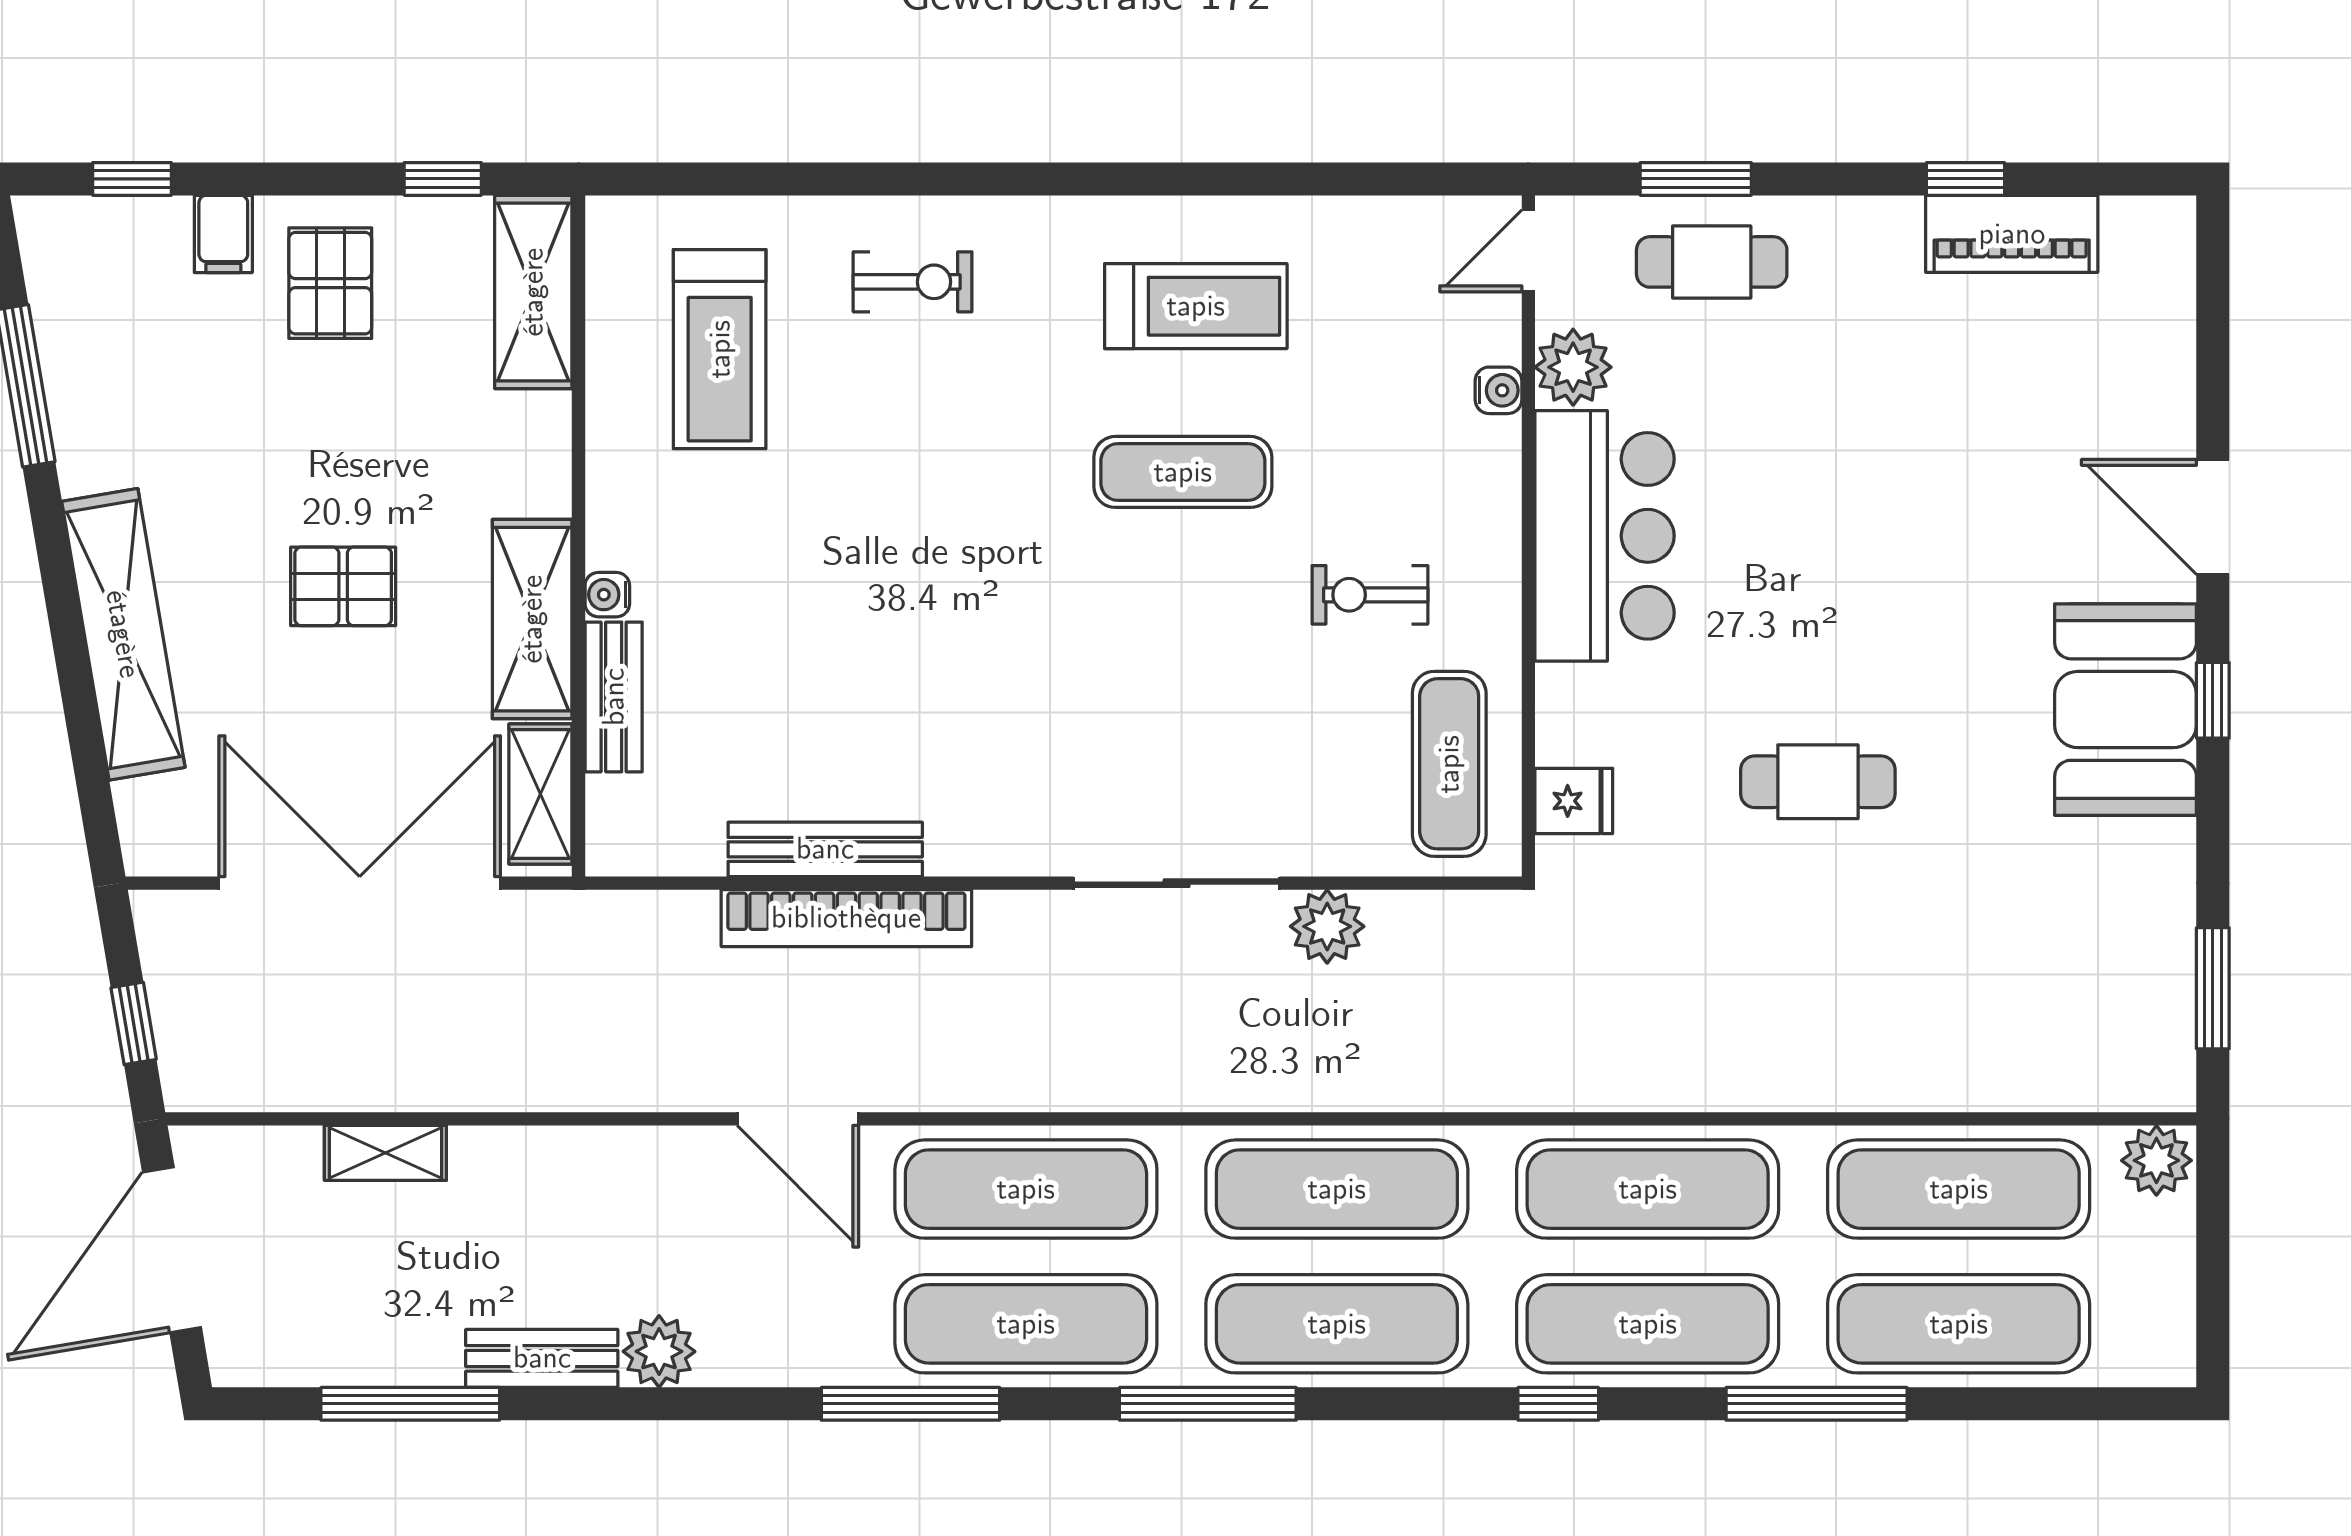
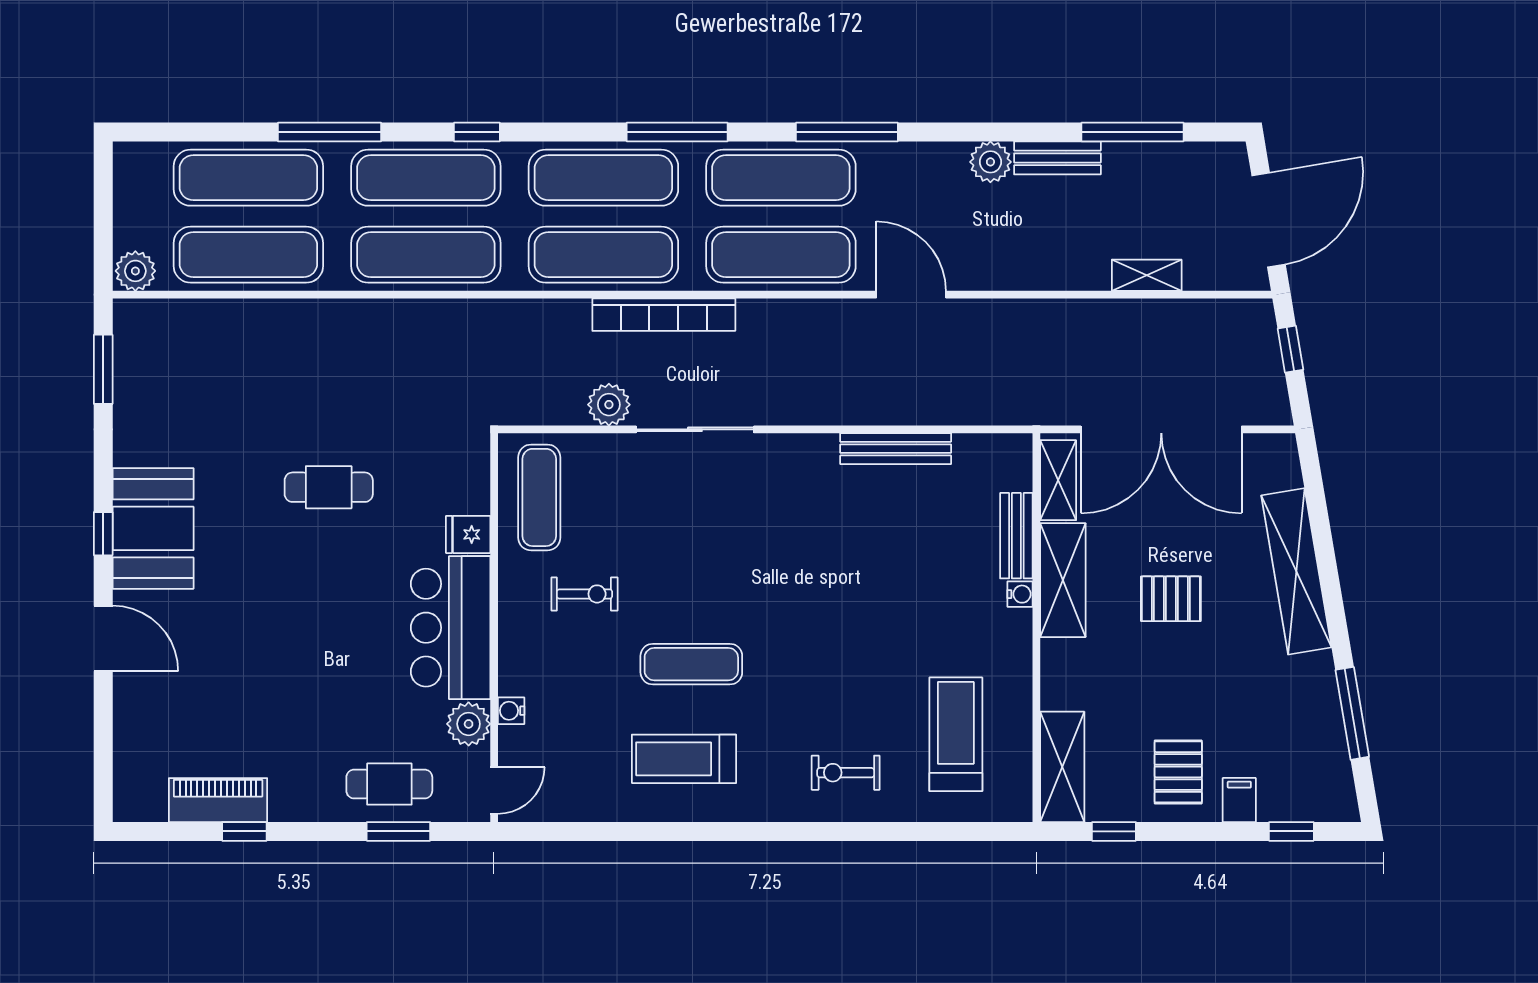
fridge: (1574, 801) -> (468, 534), moved
bookcase: (846, 918) -> (664, 315), moved, turned 180

